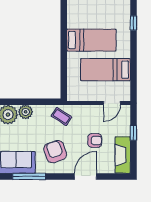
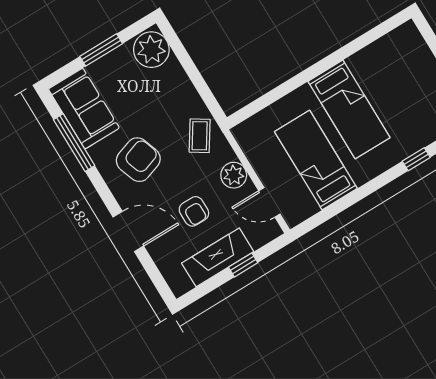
plant: (26, 112) -> (234, 175), moved
fireplace: (123, 155) -> (218, 257), moved

